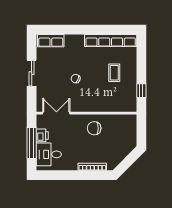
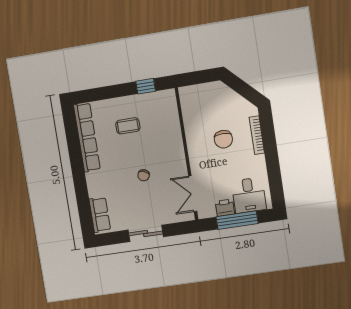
chair: (94, 128) -> (223, 139), moved

